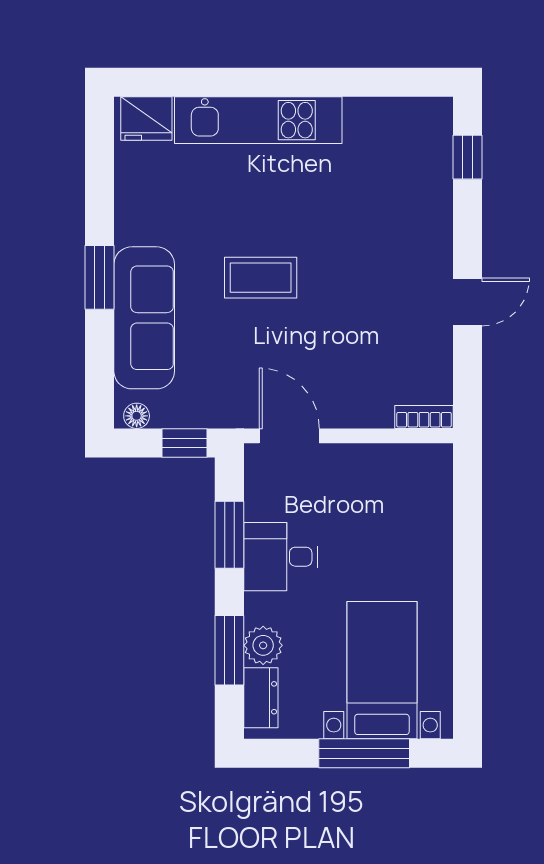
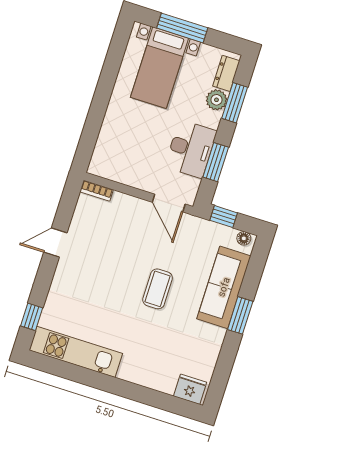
kitchen unit: (258, 120) -> (76, 352), moved
coffee table: (261, 278) -> (158, 289), turned 90
desk: (281, 557) -> (191, 149), width x1.37

